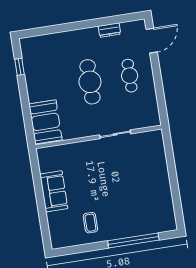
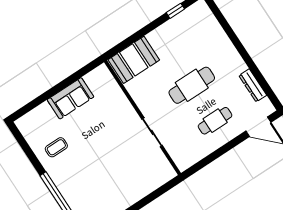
dresser: (109, 30) -> (253, 85), width x1.44

